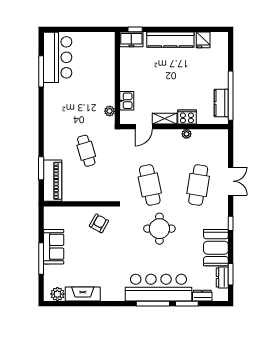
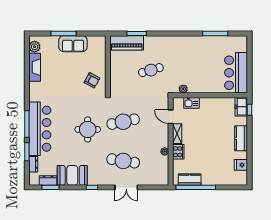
kitchen counter: (170, 40) -> (241, 138), width x0.67
bar counter: (58, 57) -> (236, 73), moved, turned 90

